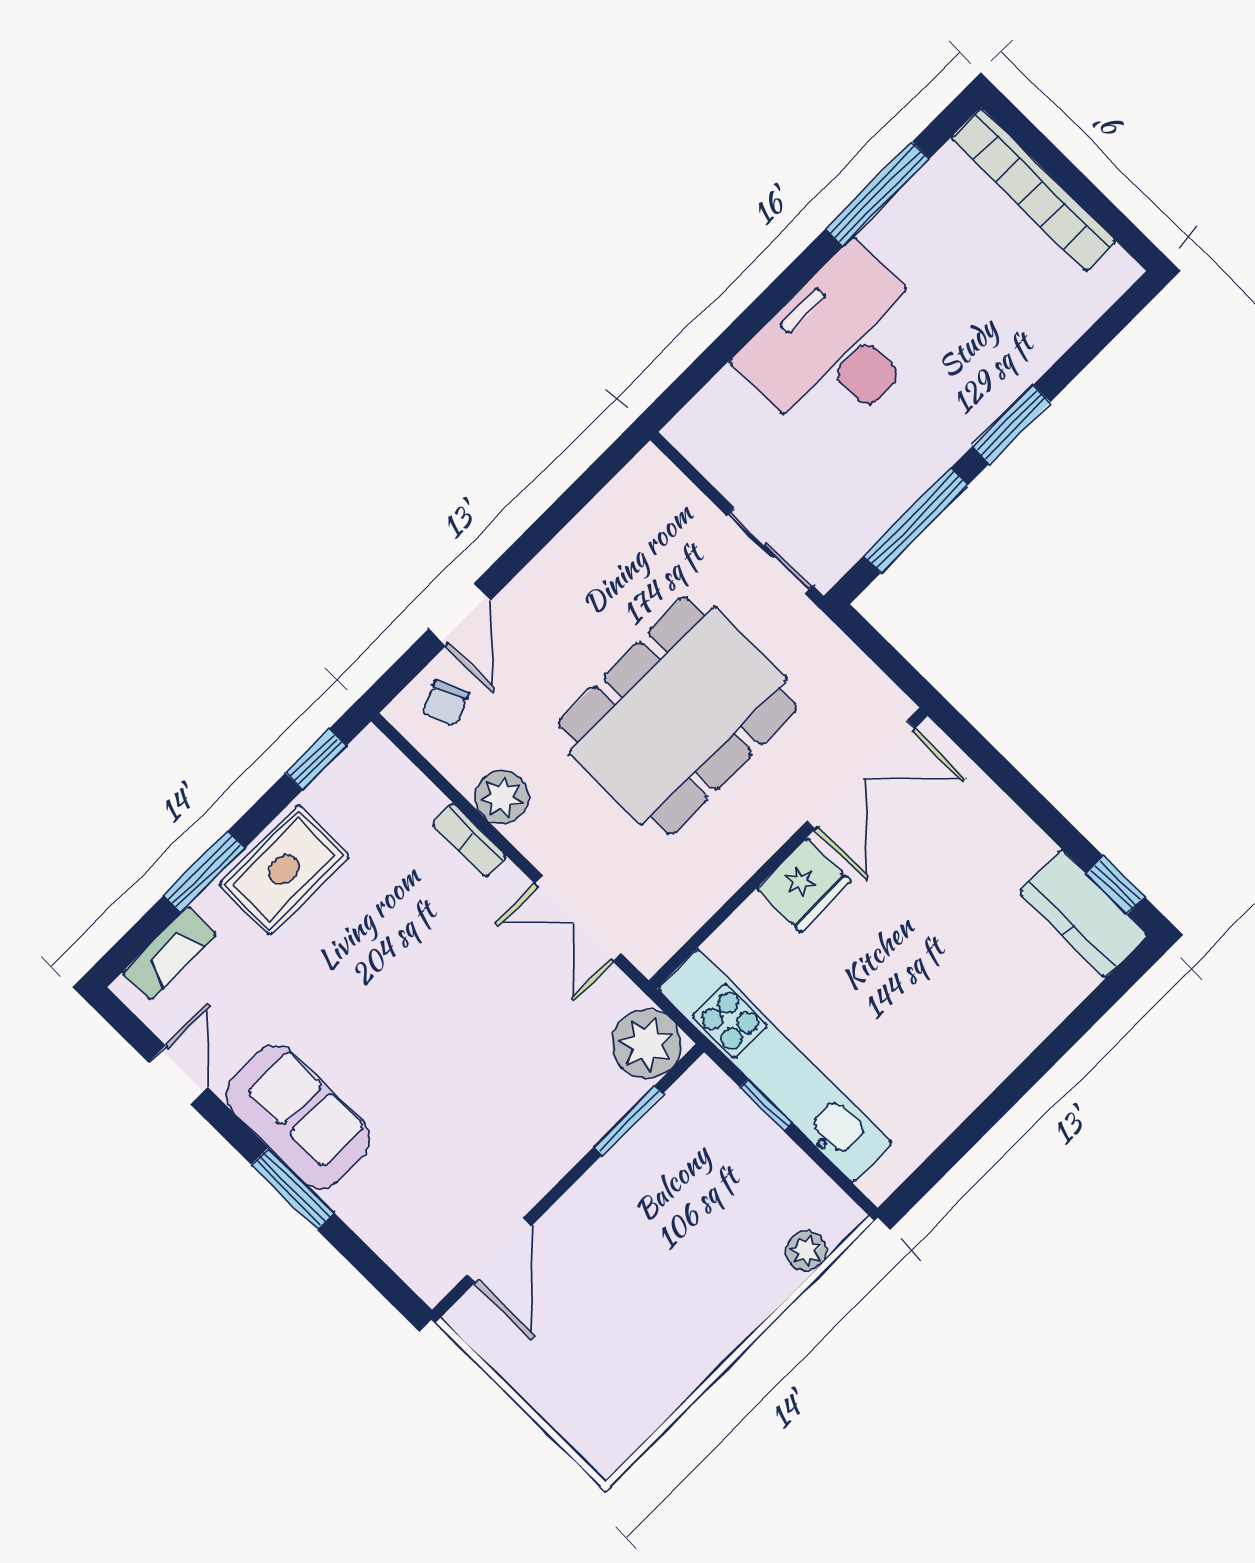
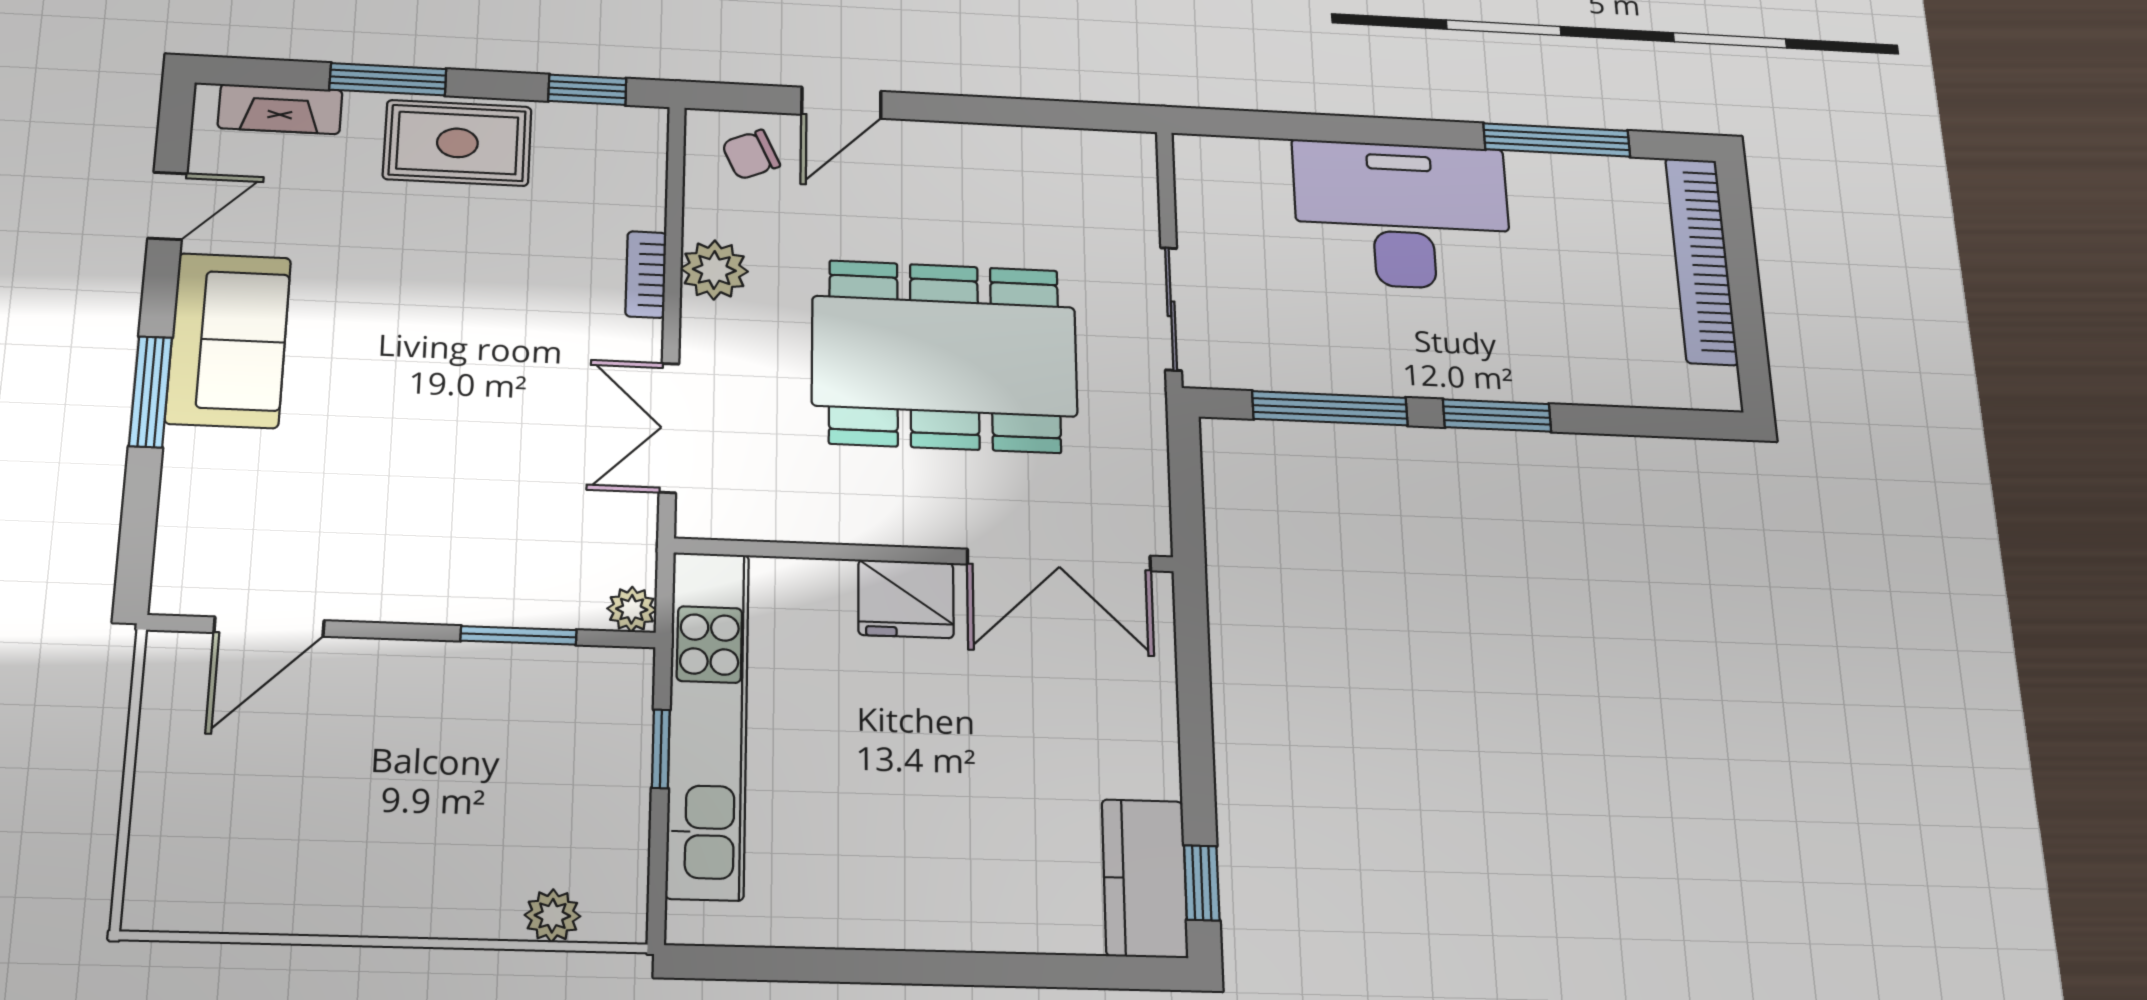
plant: (647, 1044) -> (632, 609), width x0.53, depth x0.53

